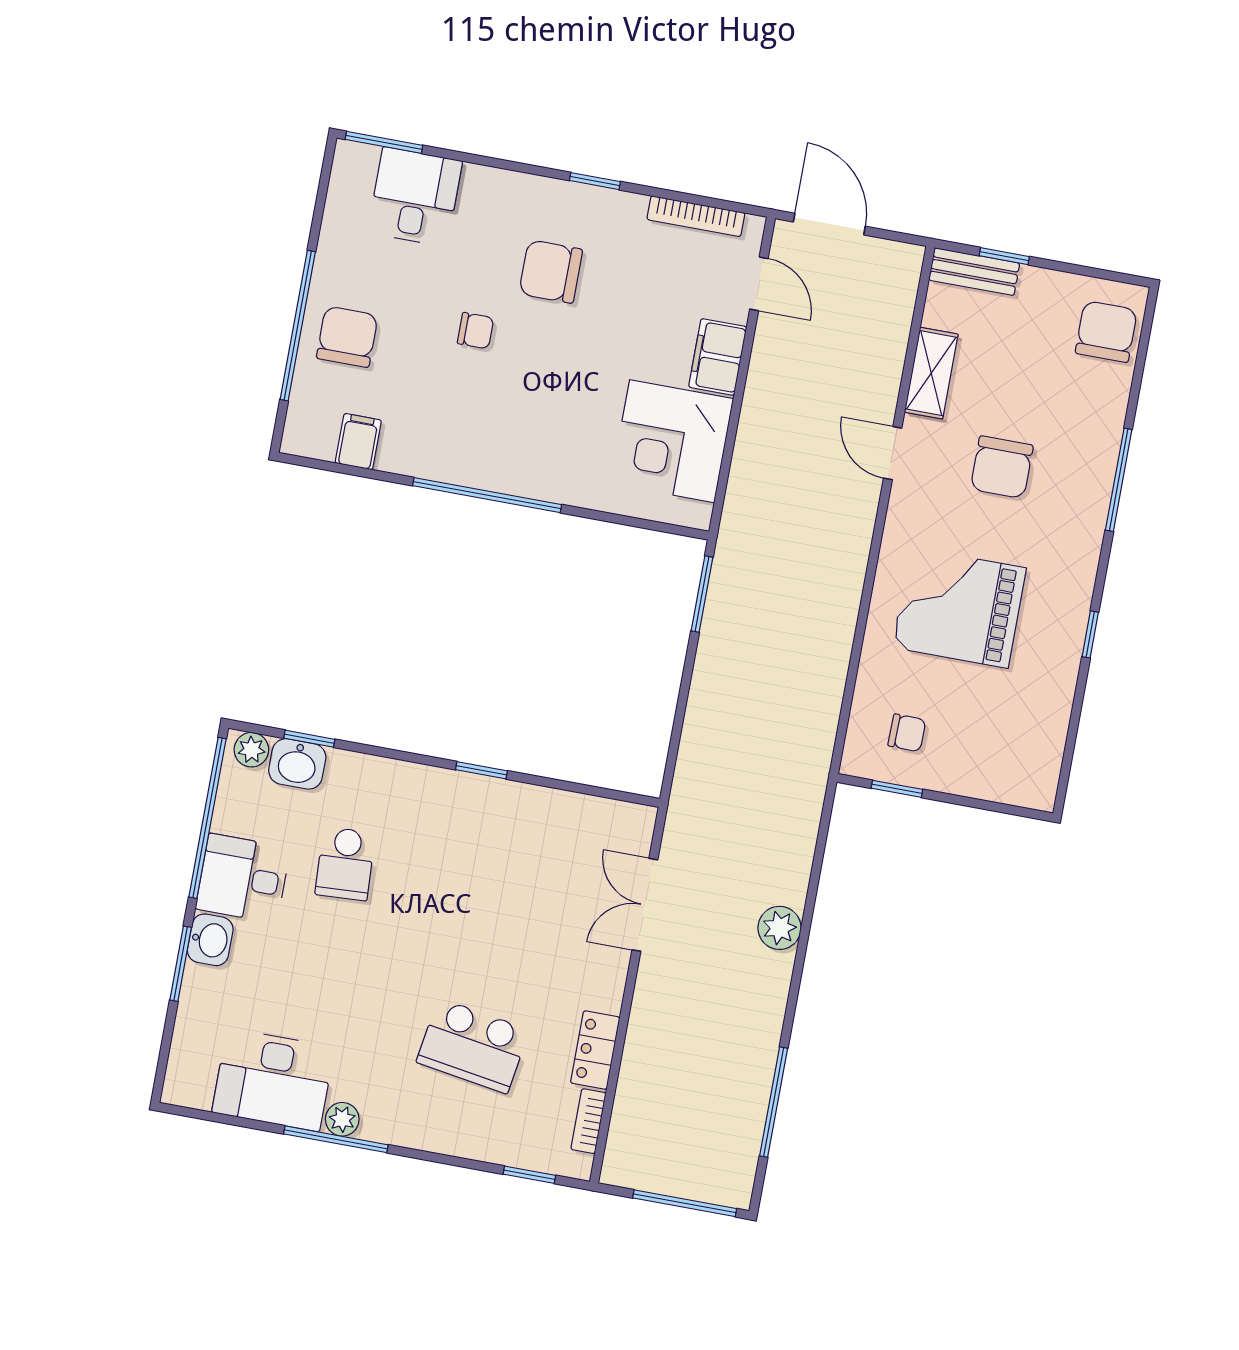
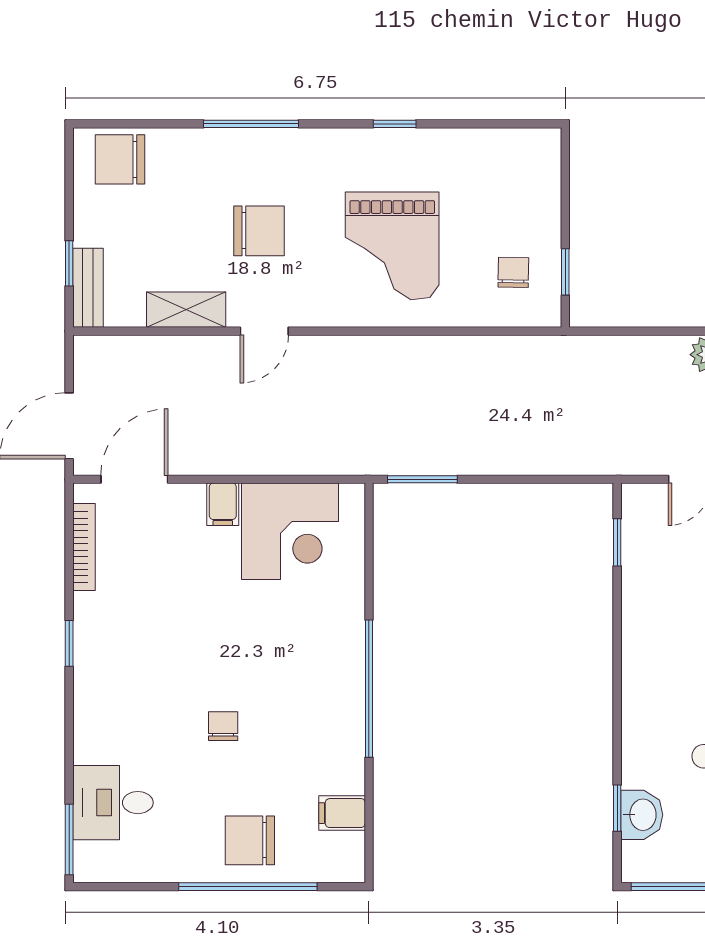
chair: (551, 272) -> (158, 668), removed
door: (759, 284) -> (134, 479), width x1.37
filing cabinet: (718, 357) -> (223, 504), width x0.50
plant: (251, 750) -> (637, 858), removed
window: (481, 770) -> (617, 542), moved

